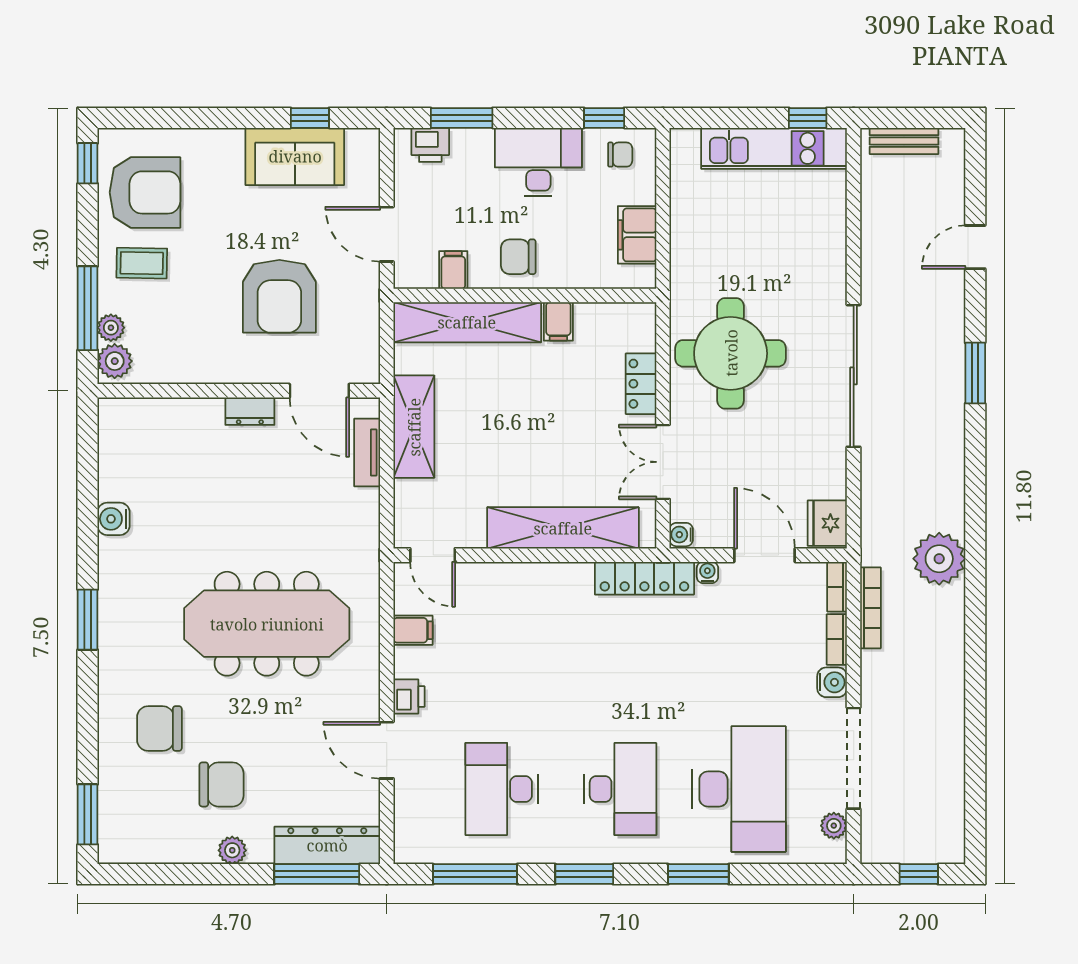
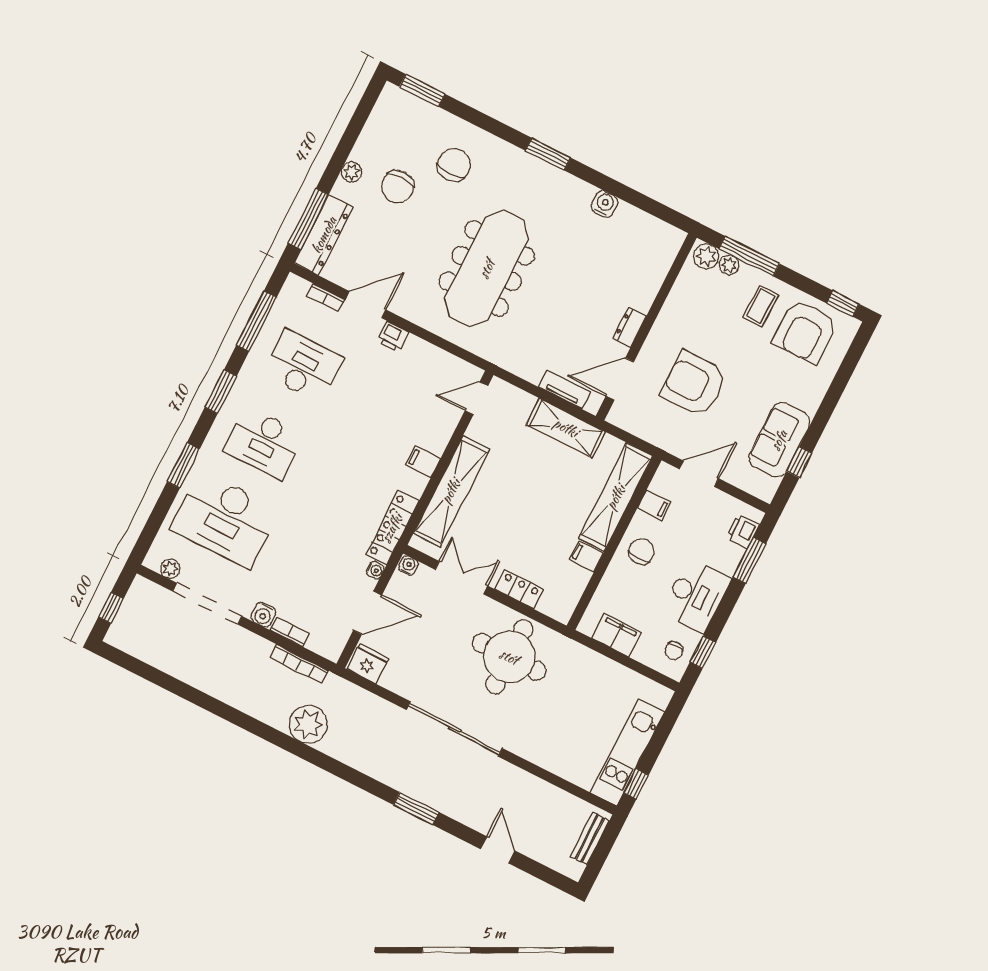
bookcase: (837, 587) -> (326, 298), moved, turned 180
filing cabinet: (413, 630) -> (423, 462), moved, turned 90

